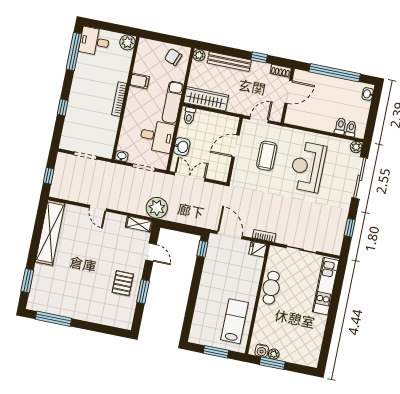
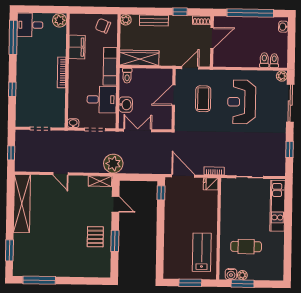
bench: (229, 62) -> (154, 21), width x0.73
filing cabinet: (140, 81) -> (77, 47), width x2.00
cafe table: (271, 288) -> (246, 247), moved, turned 90

